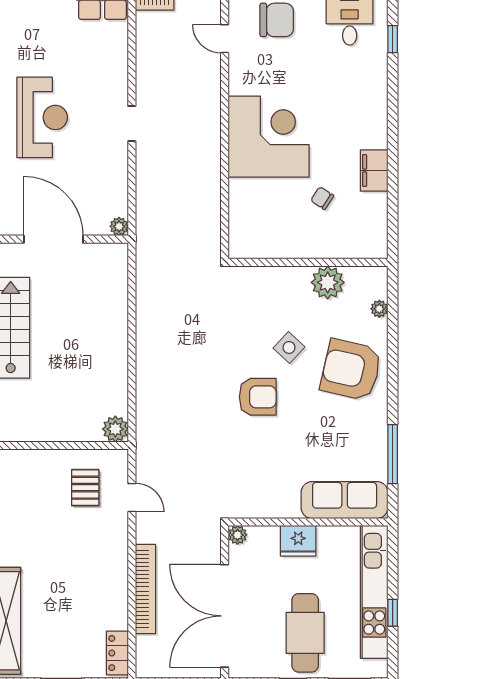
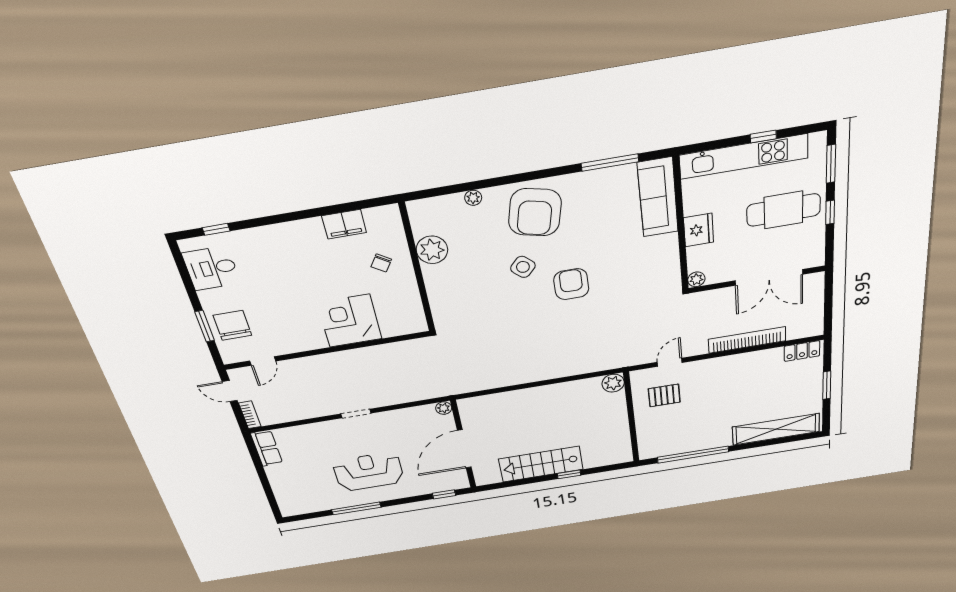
corner desk: (269, 137) -> (350, 321), width x0.74, depth x0.74
wall: (308, 262) -> (417, 269), moved
plant: (328, 282) -> (432, 250), moved
double door: (225, 616) -> (769, 277), width x0.73

